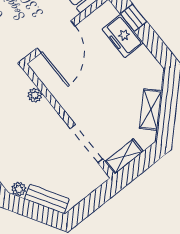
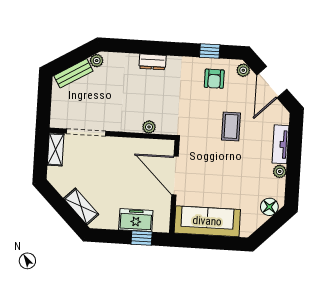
shelving: (151, 110) -> (81, 206), moved

